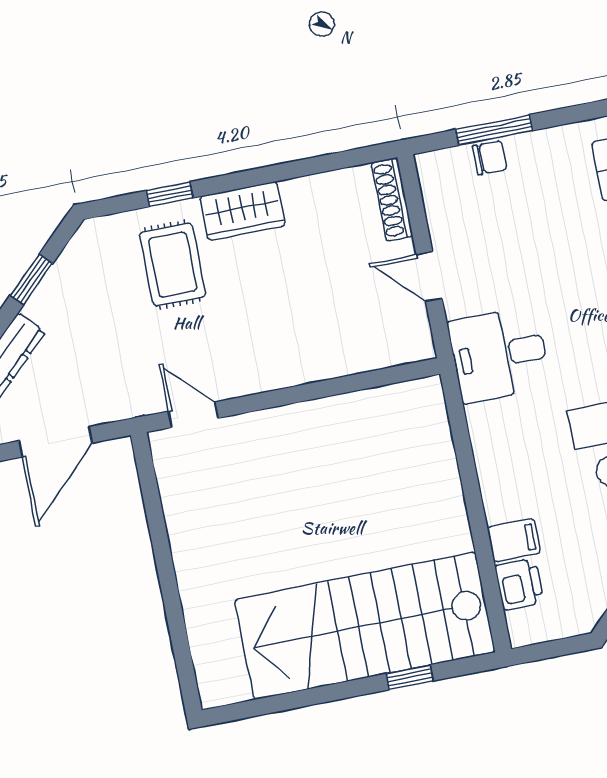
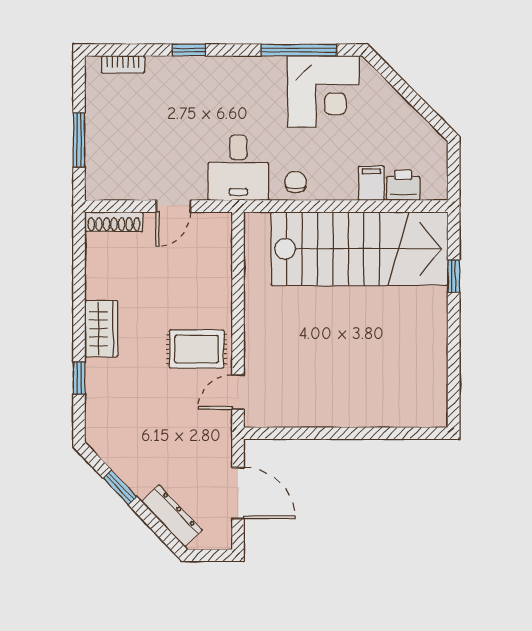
chair: (490, 158) -> (296, 182), moved
rug: (173, 264) -> (197, 349), moved
stairs: (365, 626) -> (359, 249), moved, turned -90

